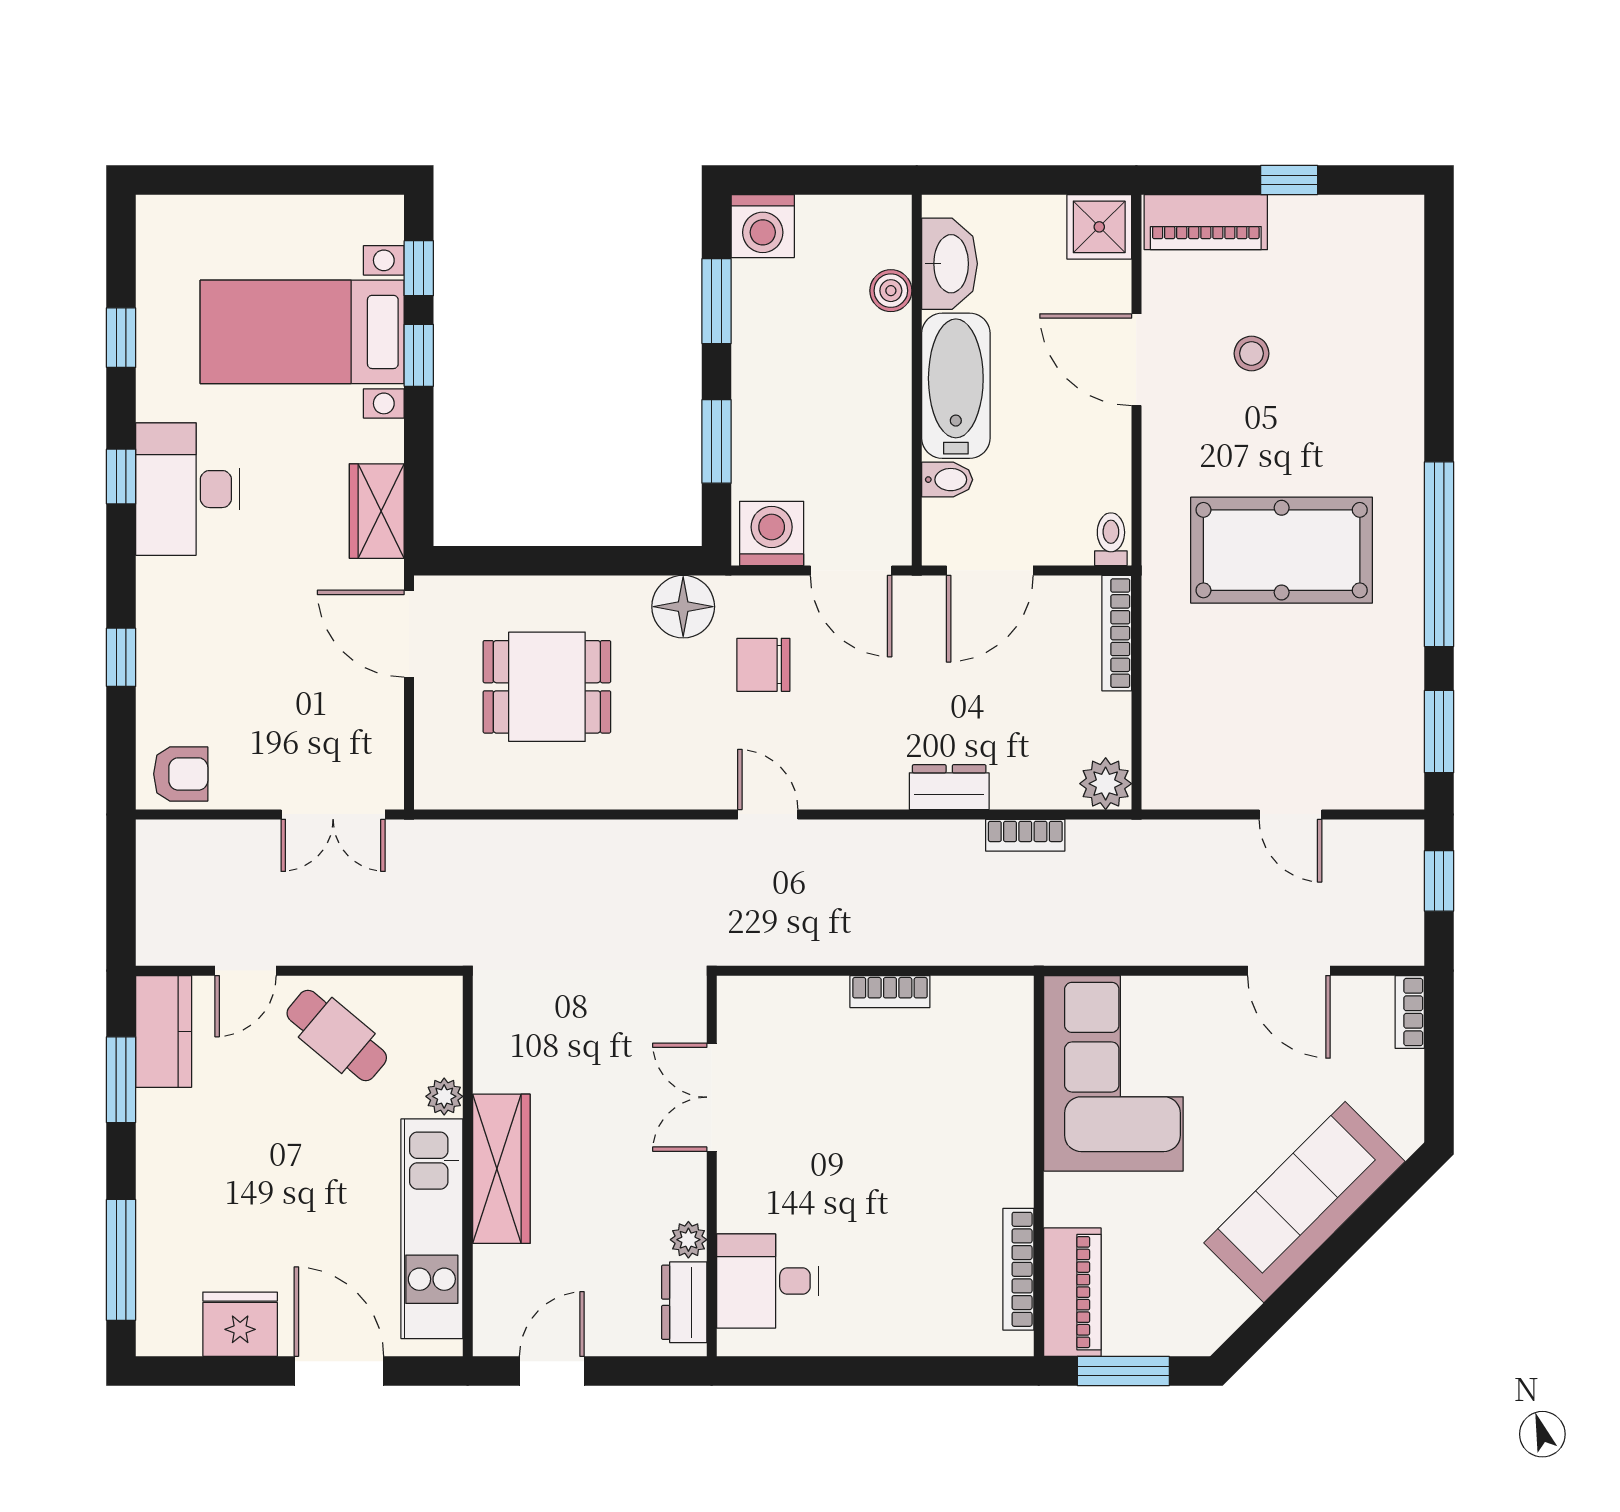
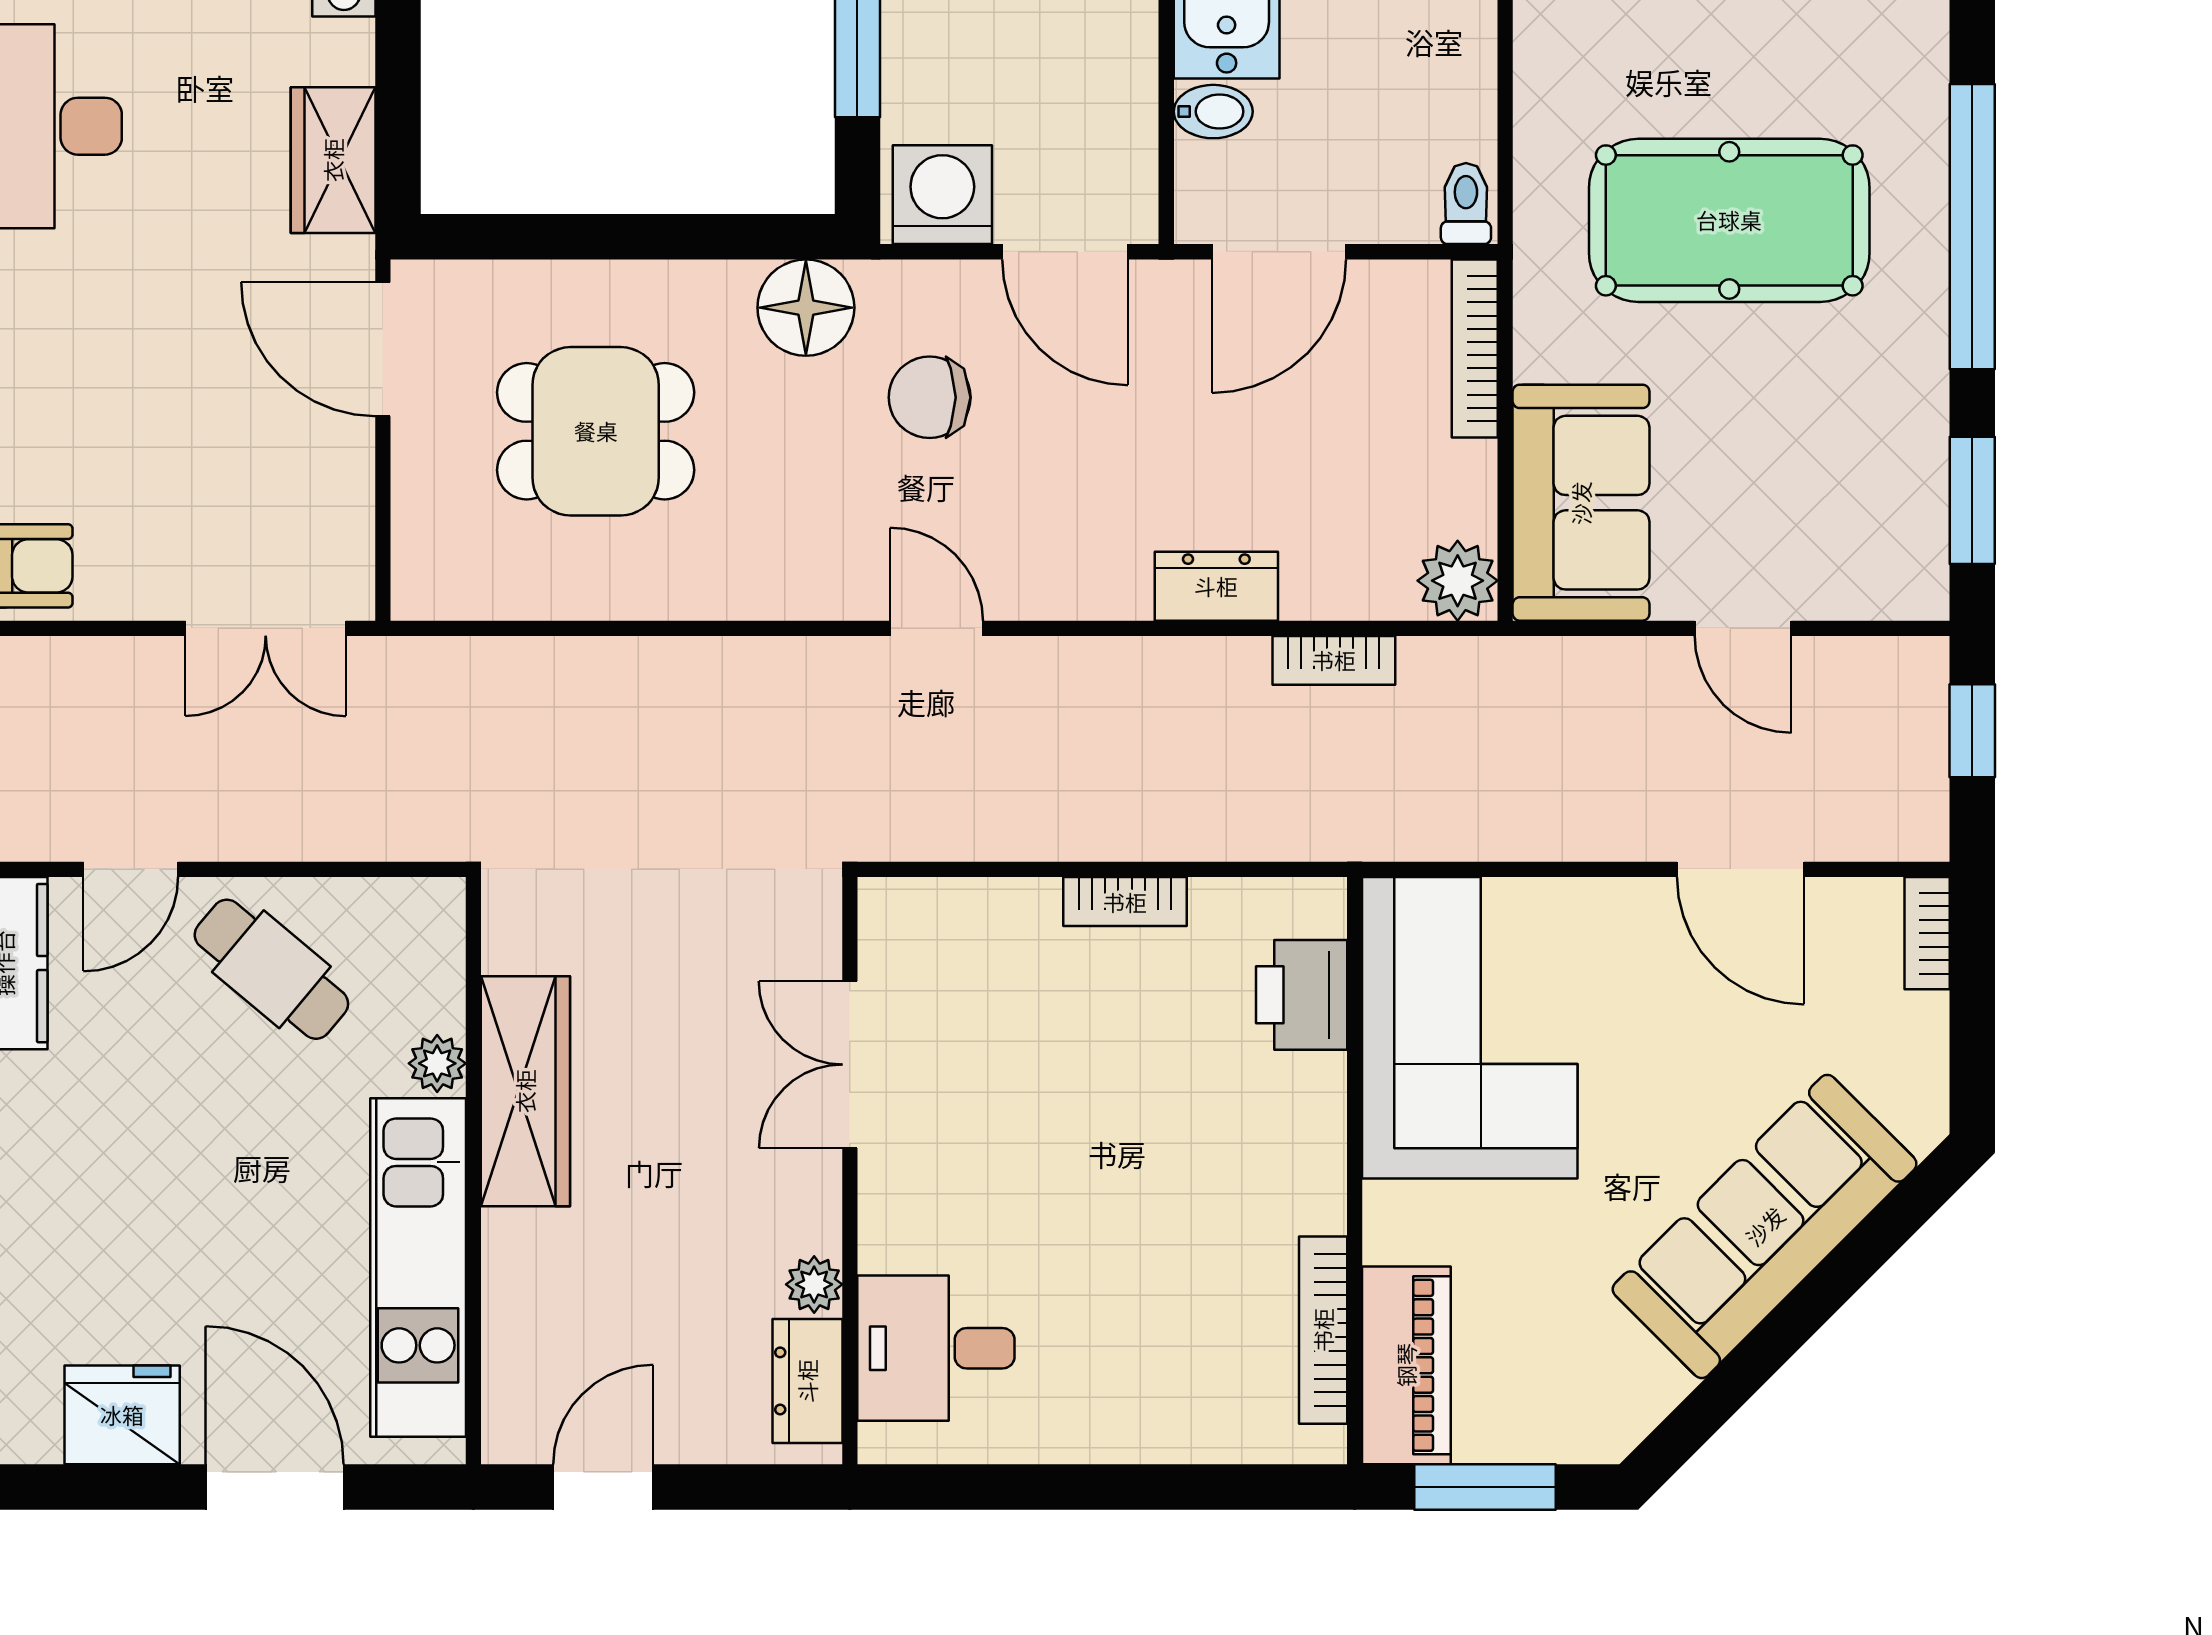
sofa: (1186, 733) -> (1581, 503), added
printer: (1004, 1052) -> (1302, 995), added
wardrobe: (501, 1169) -> (525, 1091), moved

